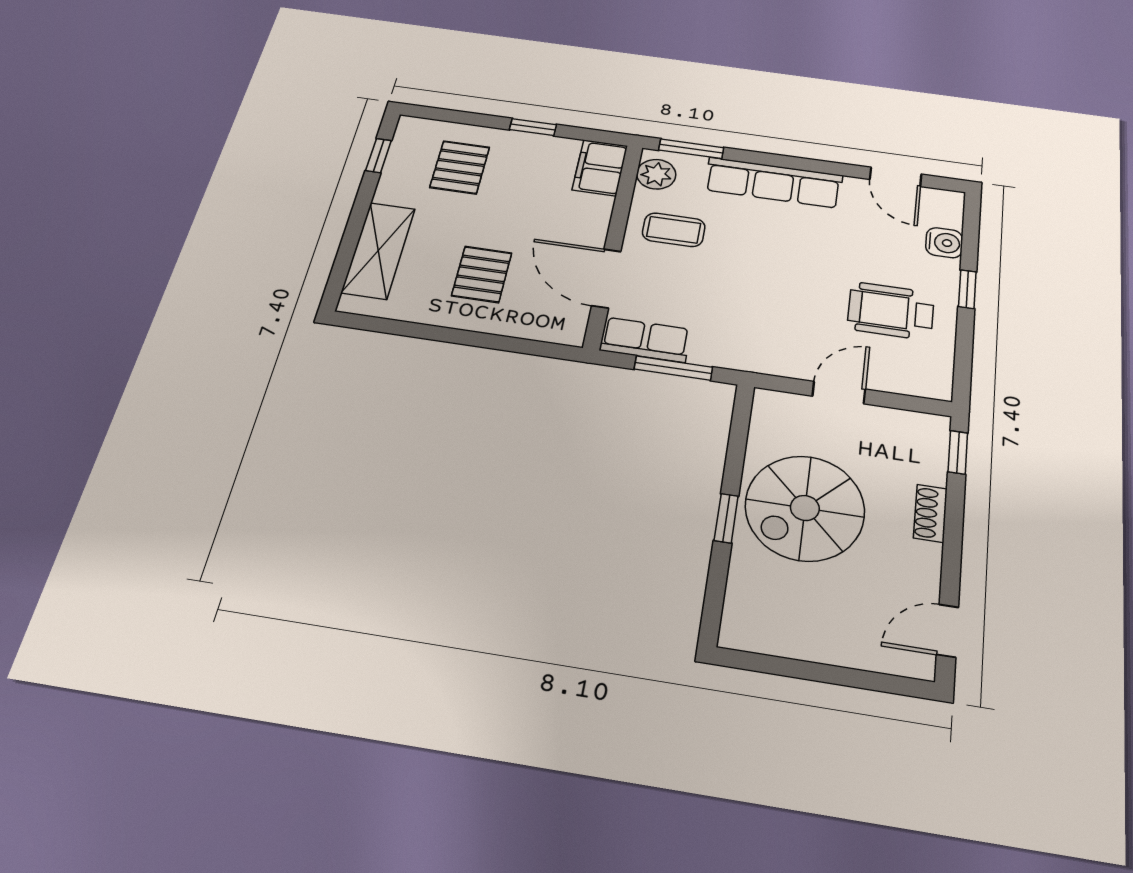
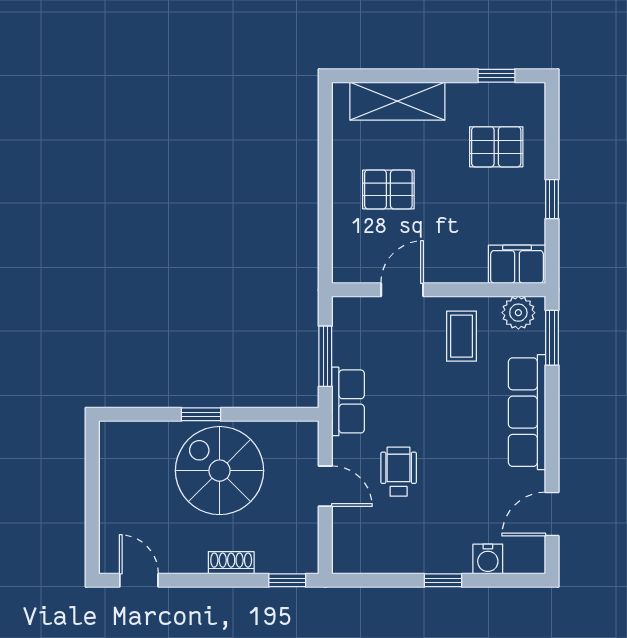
door: (606, 278) -> (402, 290), width x0.73
wheelchair: (891, 311) -> (399, 472), moved, width x0.73, depth x0.73
row of seats: (645, 340) -> (348, 401), moved

